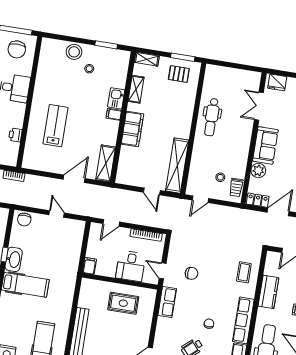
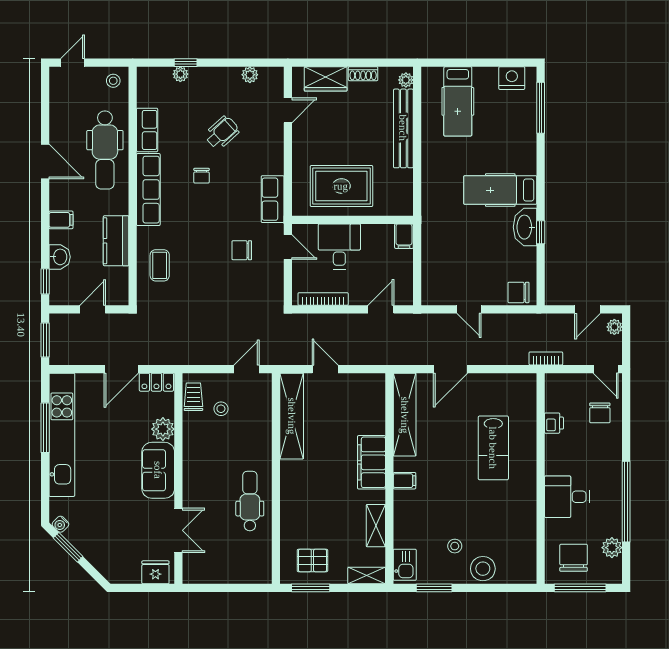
kitchen sink: (116, 98) -> (405, 565), moved
shelving: (106, 163) -> (405, 415), width x1.47
chair: (24, 219) -> (518, 292), turned -90
rug: (123, 303) -> (341, 186), width x1.36, depth x1.43

